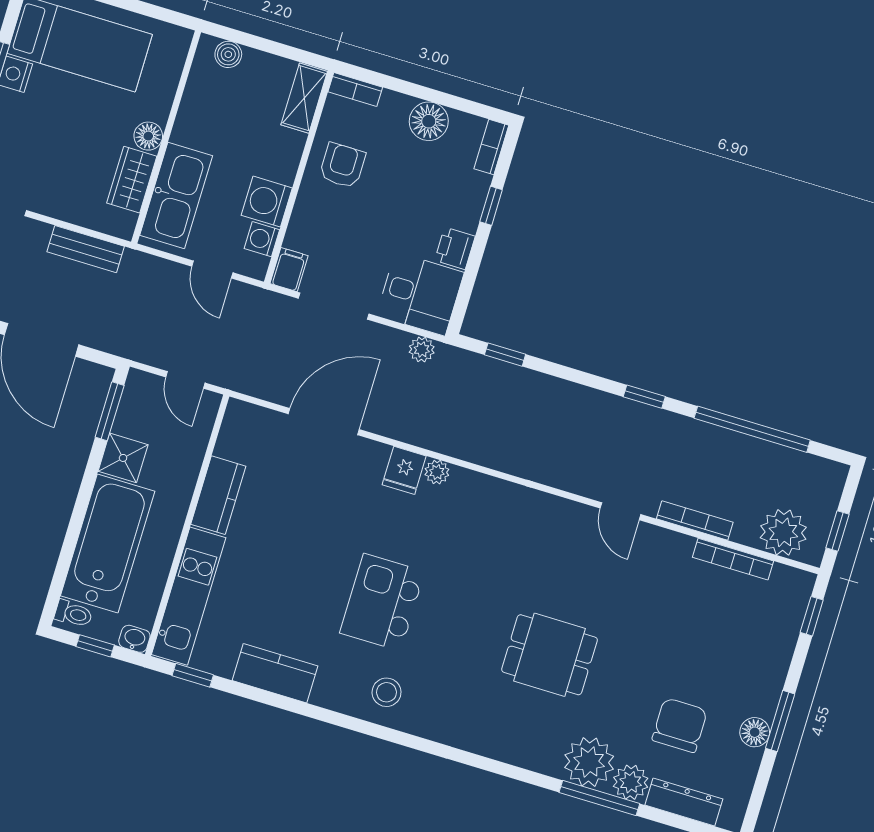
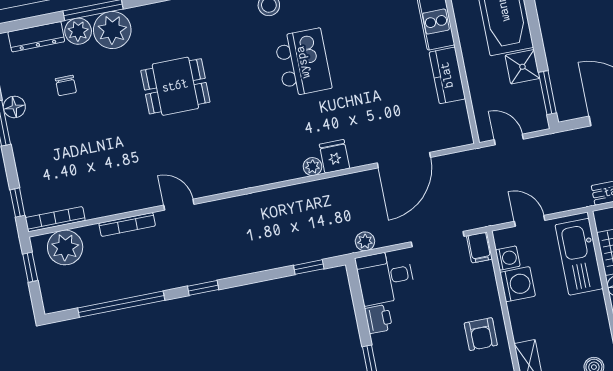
bookcase: (733, 559) -> (55, 219), moved
chair: (680, 725) -> (66, 86), width x0.54, depth x0.54

